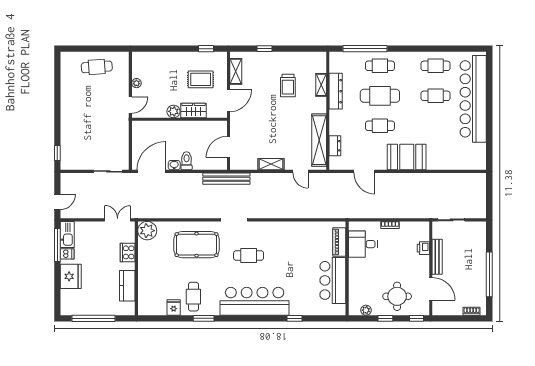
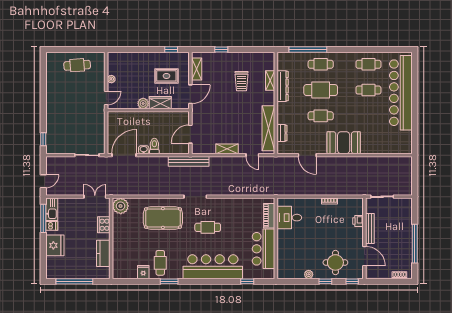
piano: (339, 242) -> (269, 216), moved
desk: (363, 244) -> (289, 218), moved
wall: (347, 268) -> (276, 238), moved
bar counter: (333, 280) -> (263, 249), moved

